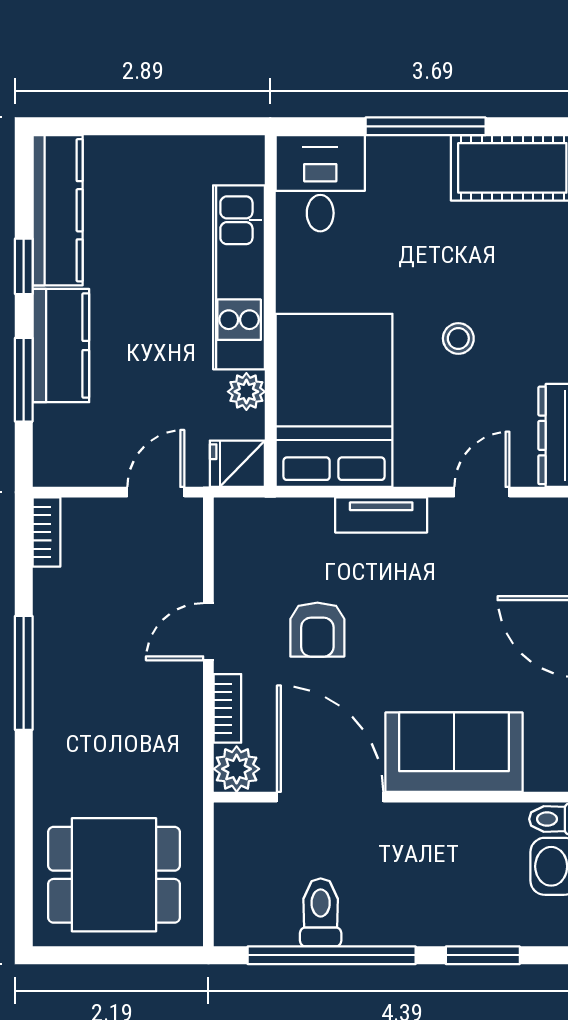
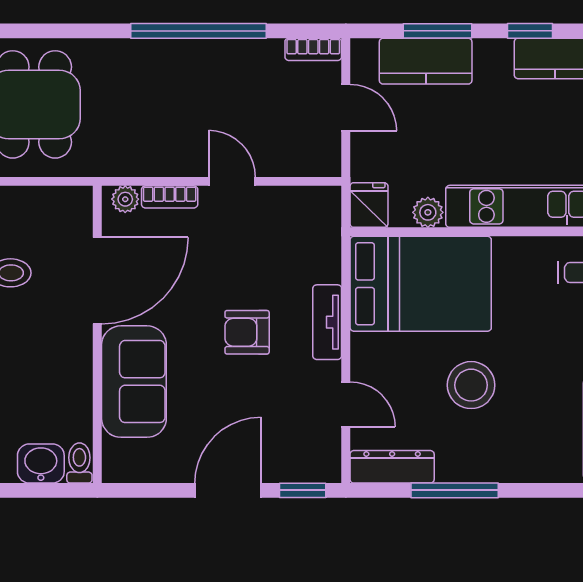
stool: (458, 338) -> (471, 385), width x1.89, depth x1.89
kitchen counter: (61, 346) -> (426, 61), moved
door: (156, 492) -> (346, 107), moved
armchair: (317, 630) -> (247, 332), moved
window: (24, 673) -> (198, 31), width x1.46
plant: (237, 769) -> (125, 199), width x0.73, depth x0.73

